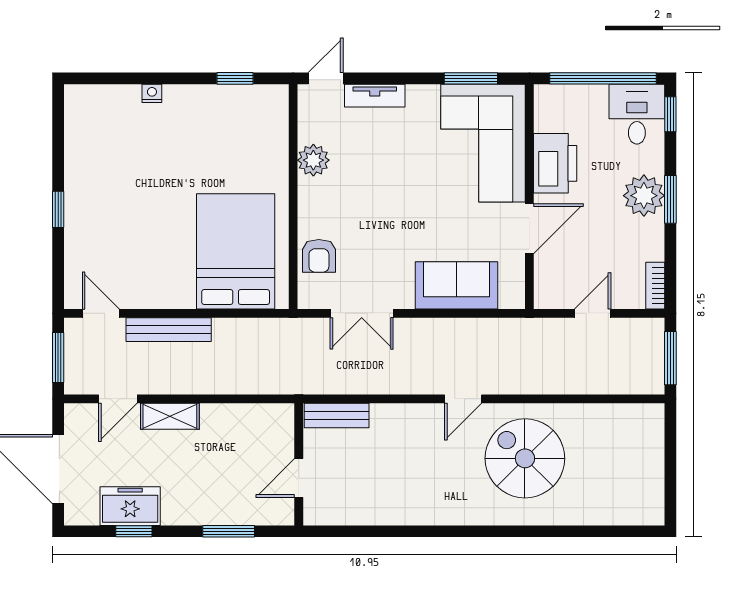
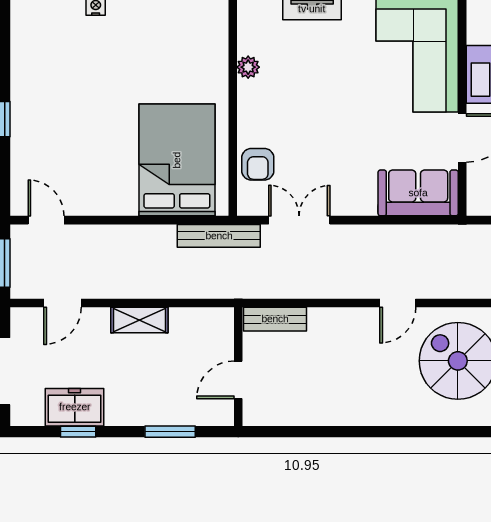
plant: (313, 160) -> (248, 67), width x0.73, depth x0.73
sofa: (456, 285) -> (418, 193), moved
double door: (362, 313) -> (299, 220), swing flipped
bench: (169, 330) -> (219, 236), moved
shelving: (170, 416) -> (139, 320), moved

